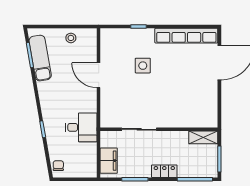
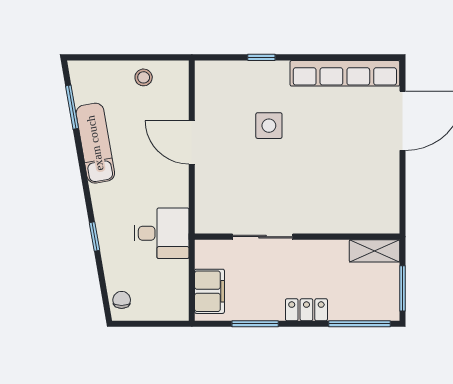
exam couch: (40, 58) -> (95, 143), moved

